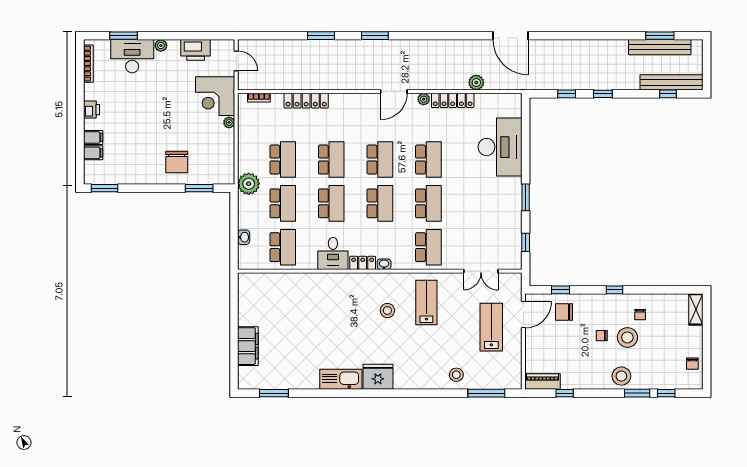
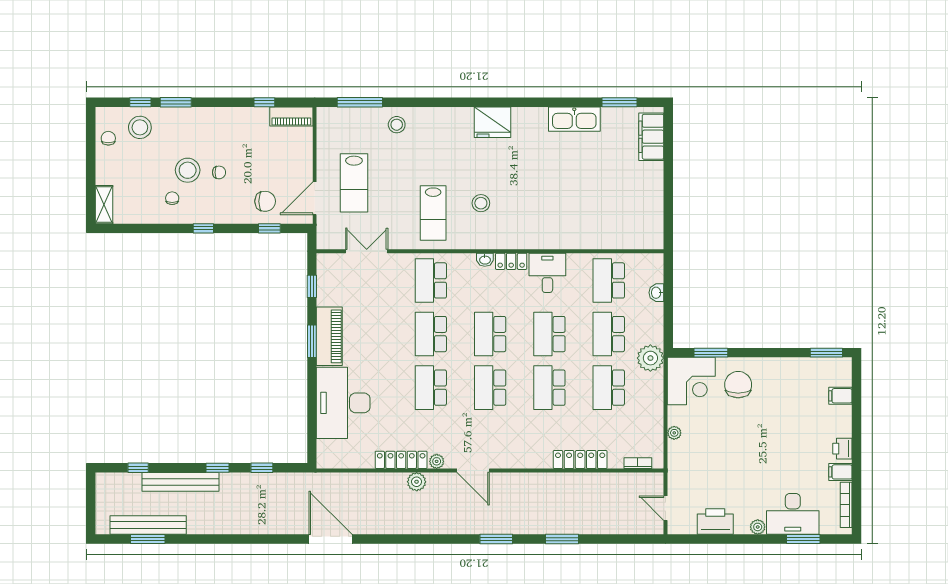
plant: (476, 82) -> (417, 482), moved
bench: (672, 82) -> (180, 482), moved
door: (394, 92) -> (473, 471), swing flipped
corner desk: (215, 96) -> (691, 381), moved, turned 90
filing cabinet: (93, 137) -> (840, 472), moved
piano: (511, 201) -> (329, 336), added
filing cabinet: (248, 346) -> (651, 137), moved
stool: (621, 376) -> (140, 127), moved
kitchen sink: (341, 379) -> (574, 119), moved

